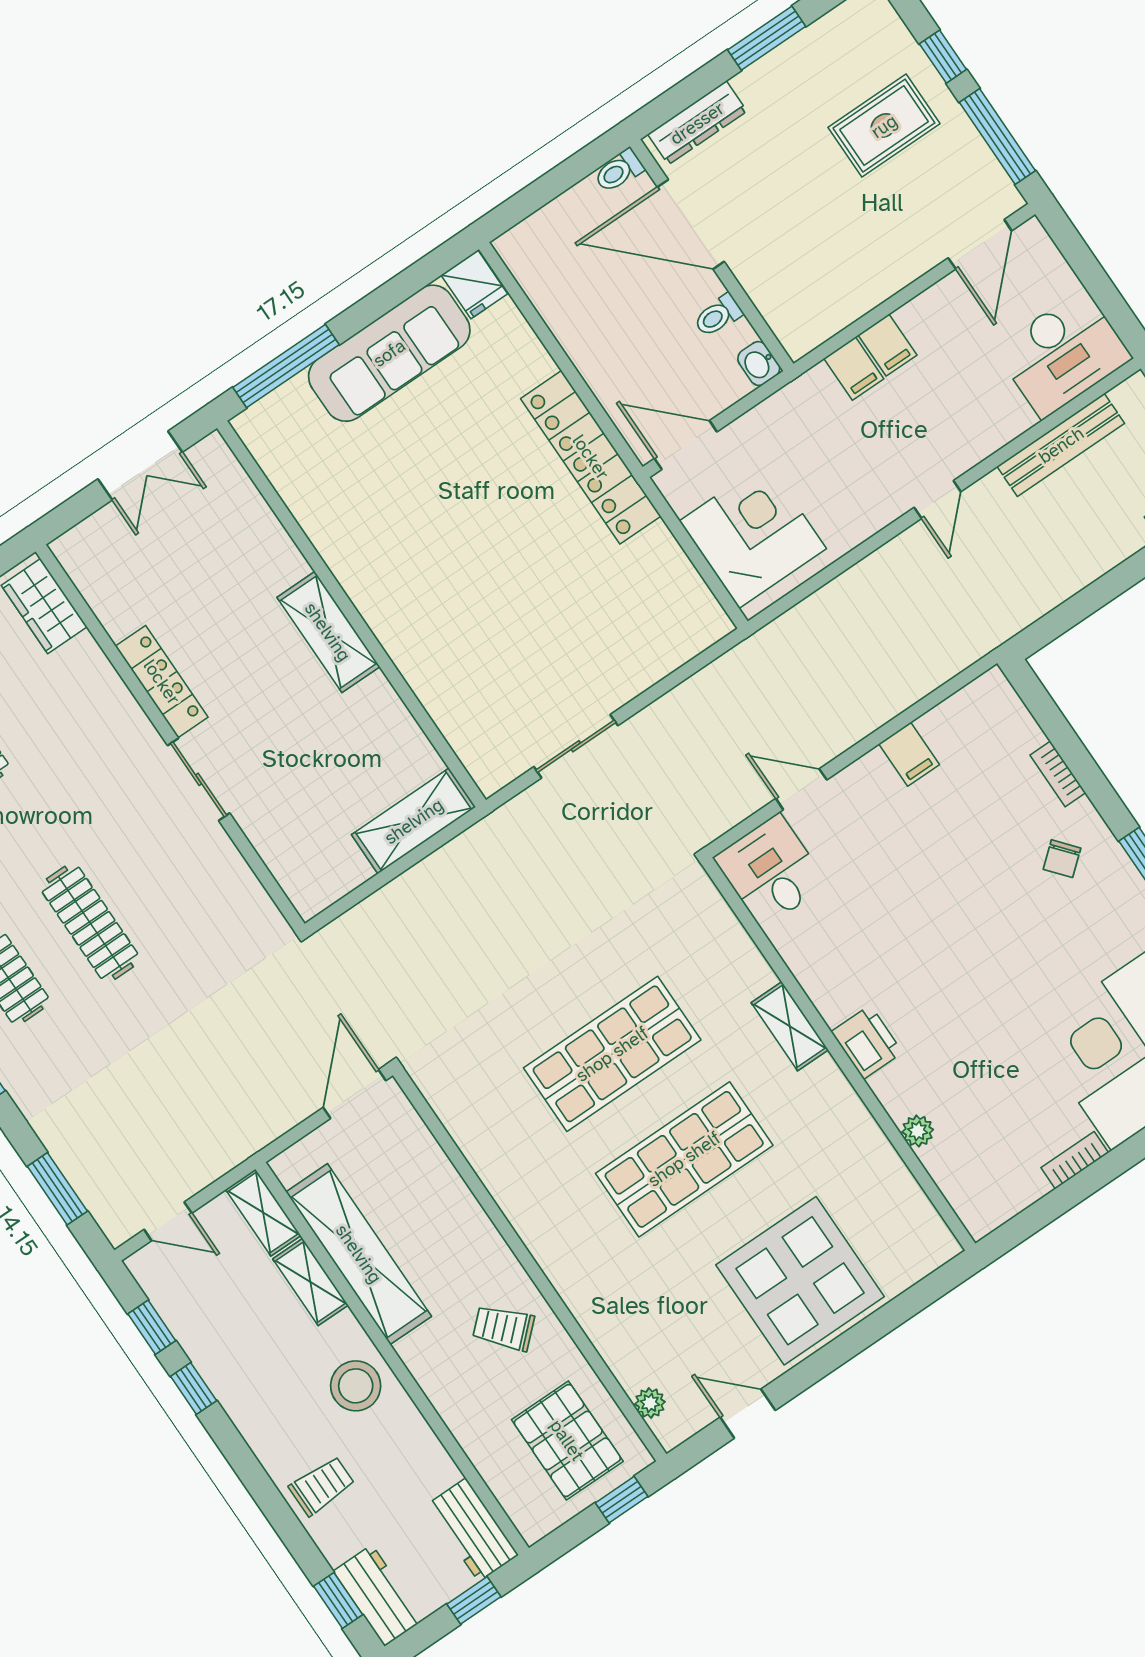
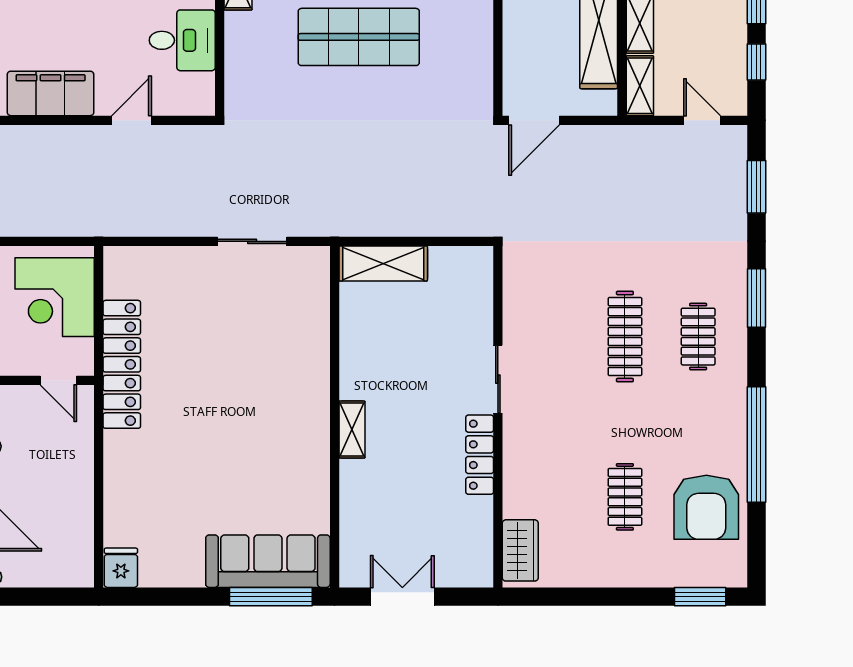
sofa: (389, 353) -> (268, 561), moved
door: (686, 445) -> (58, 380), width x0.73
locker: (591, 457) -> (122, 364), moved
shelving: (328, 632) -> (352, 430), width x0.67, depth x0.75
filing cabinet: (909, 754) -> (51, 93), width x3.00, depth x1.17
door: (801, 789) -> (132, 120), swing flipped
desk: (771, 871) -> (182, 40), moved, turned -90

